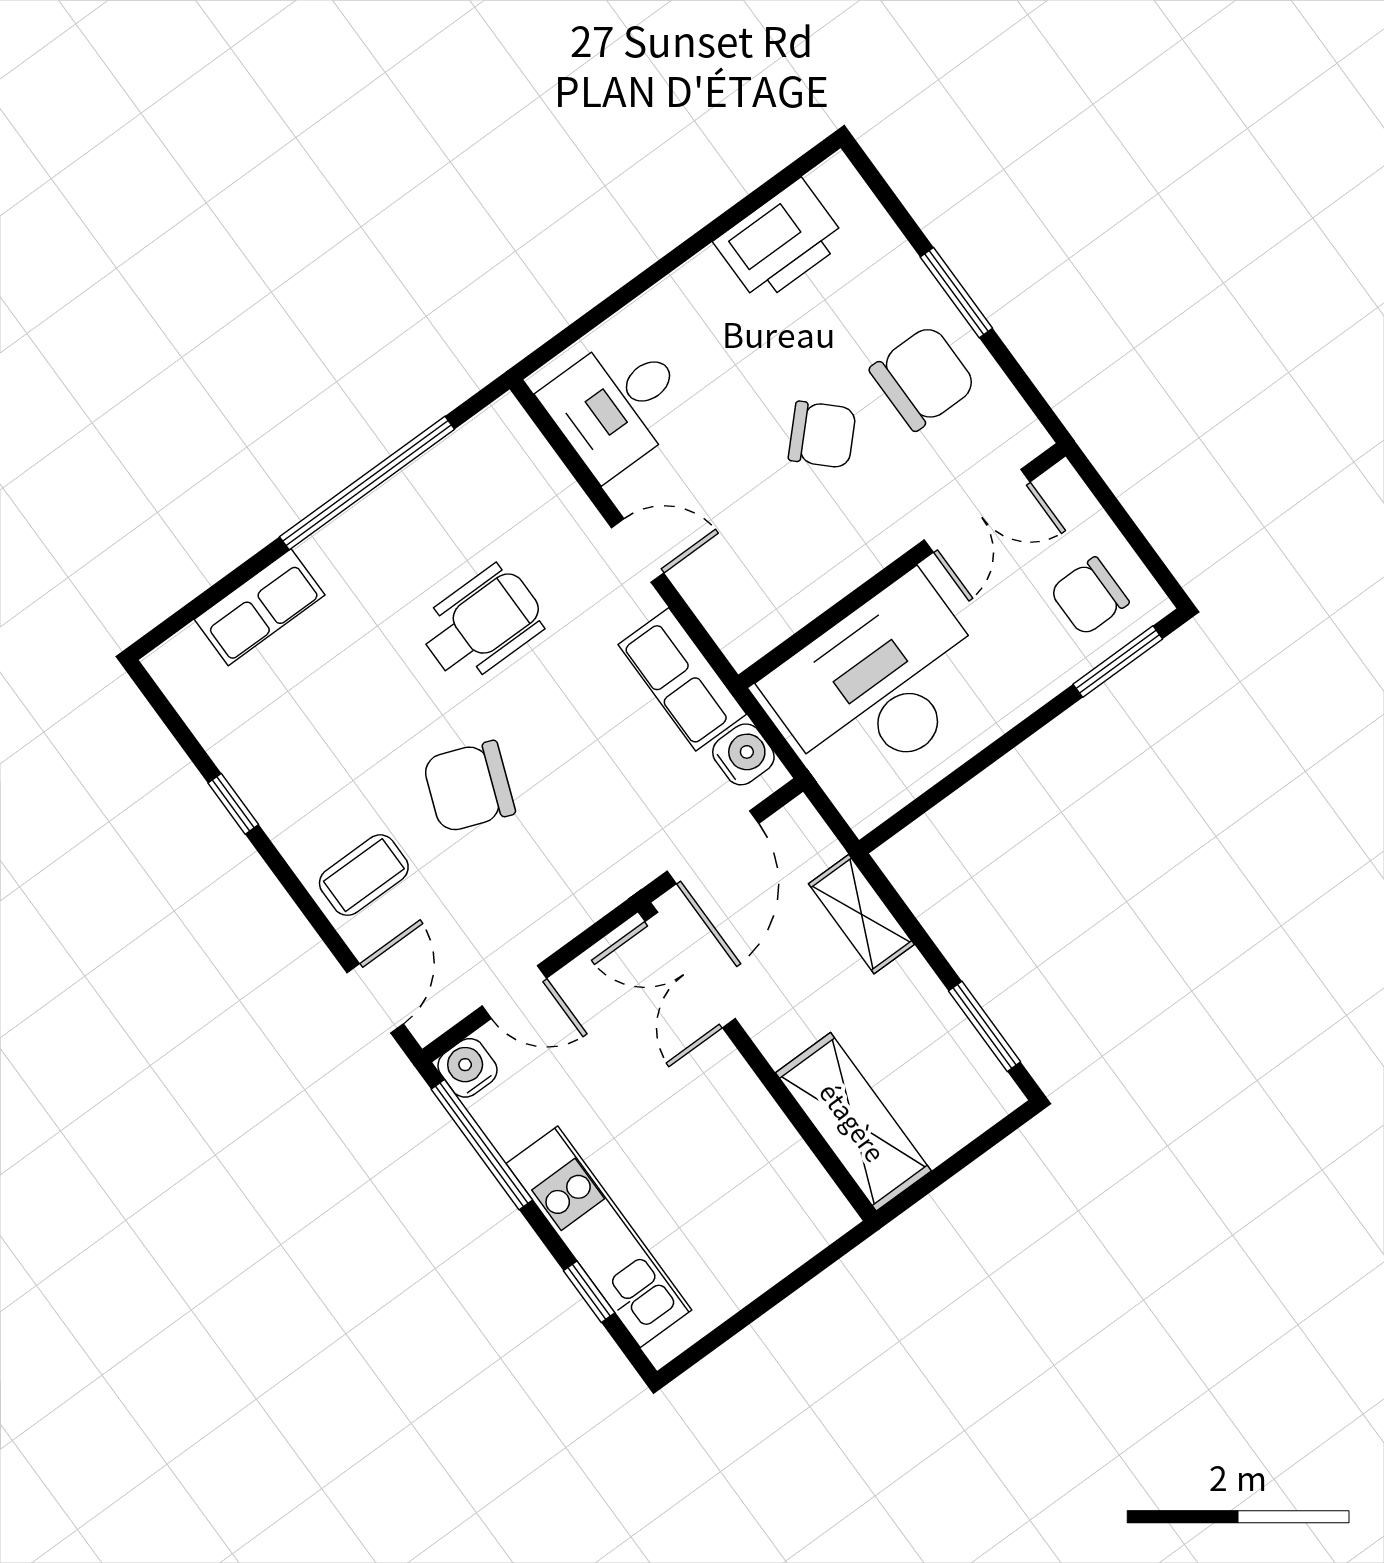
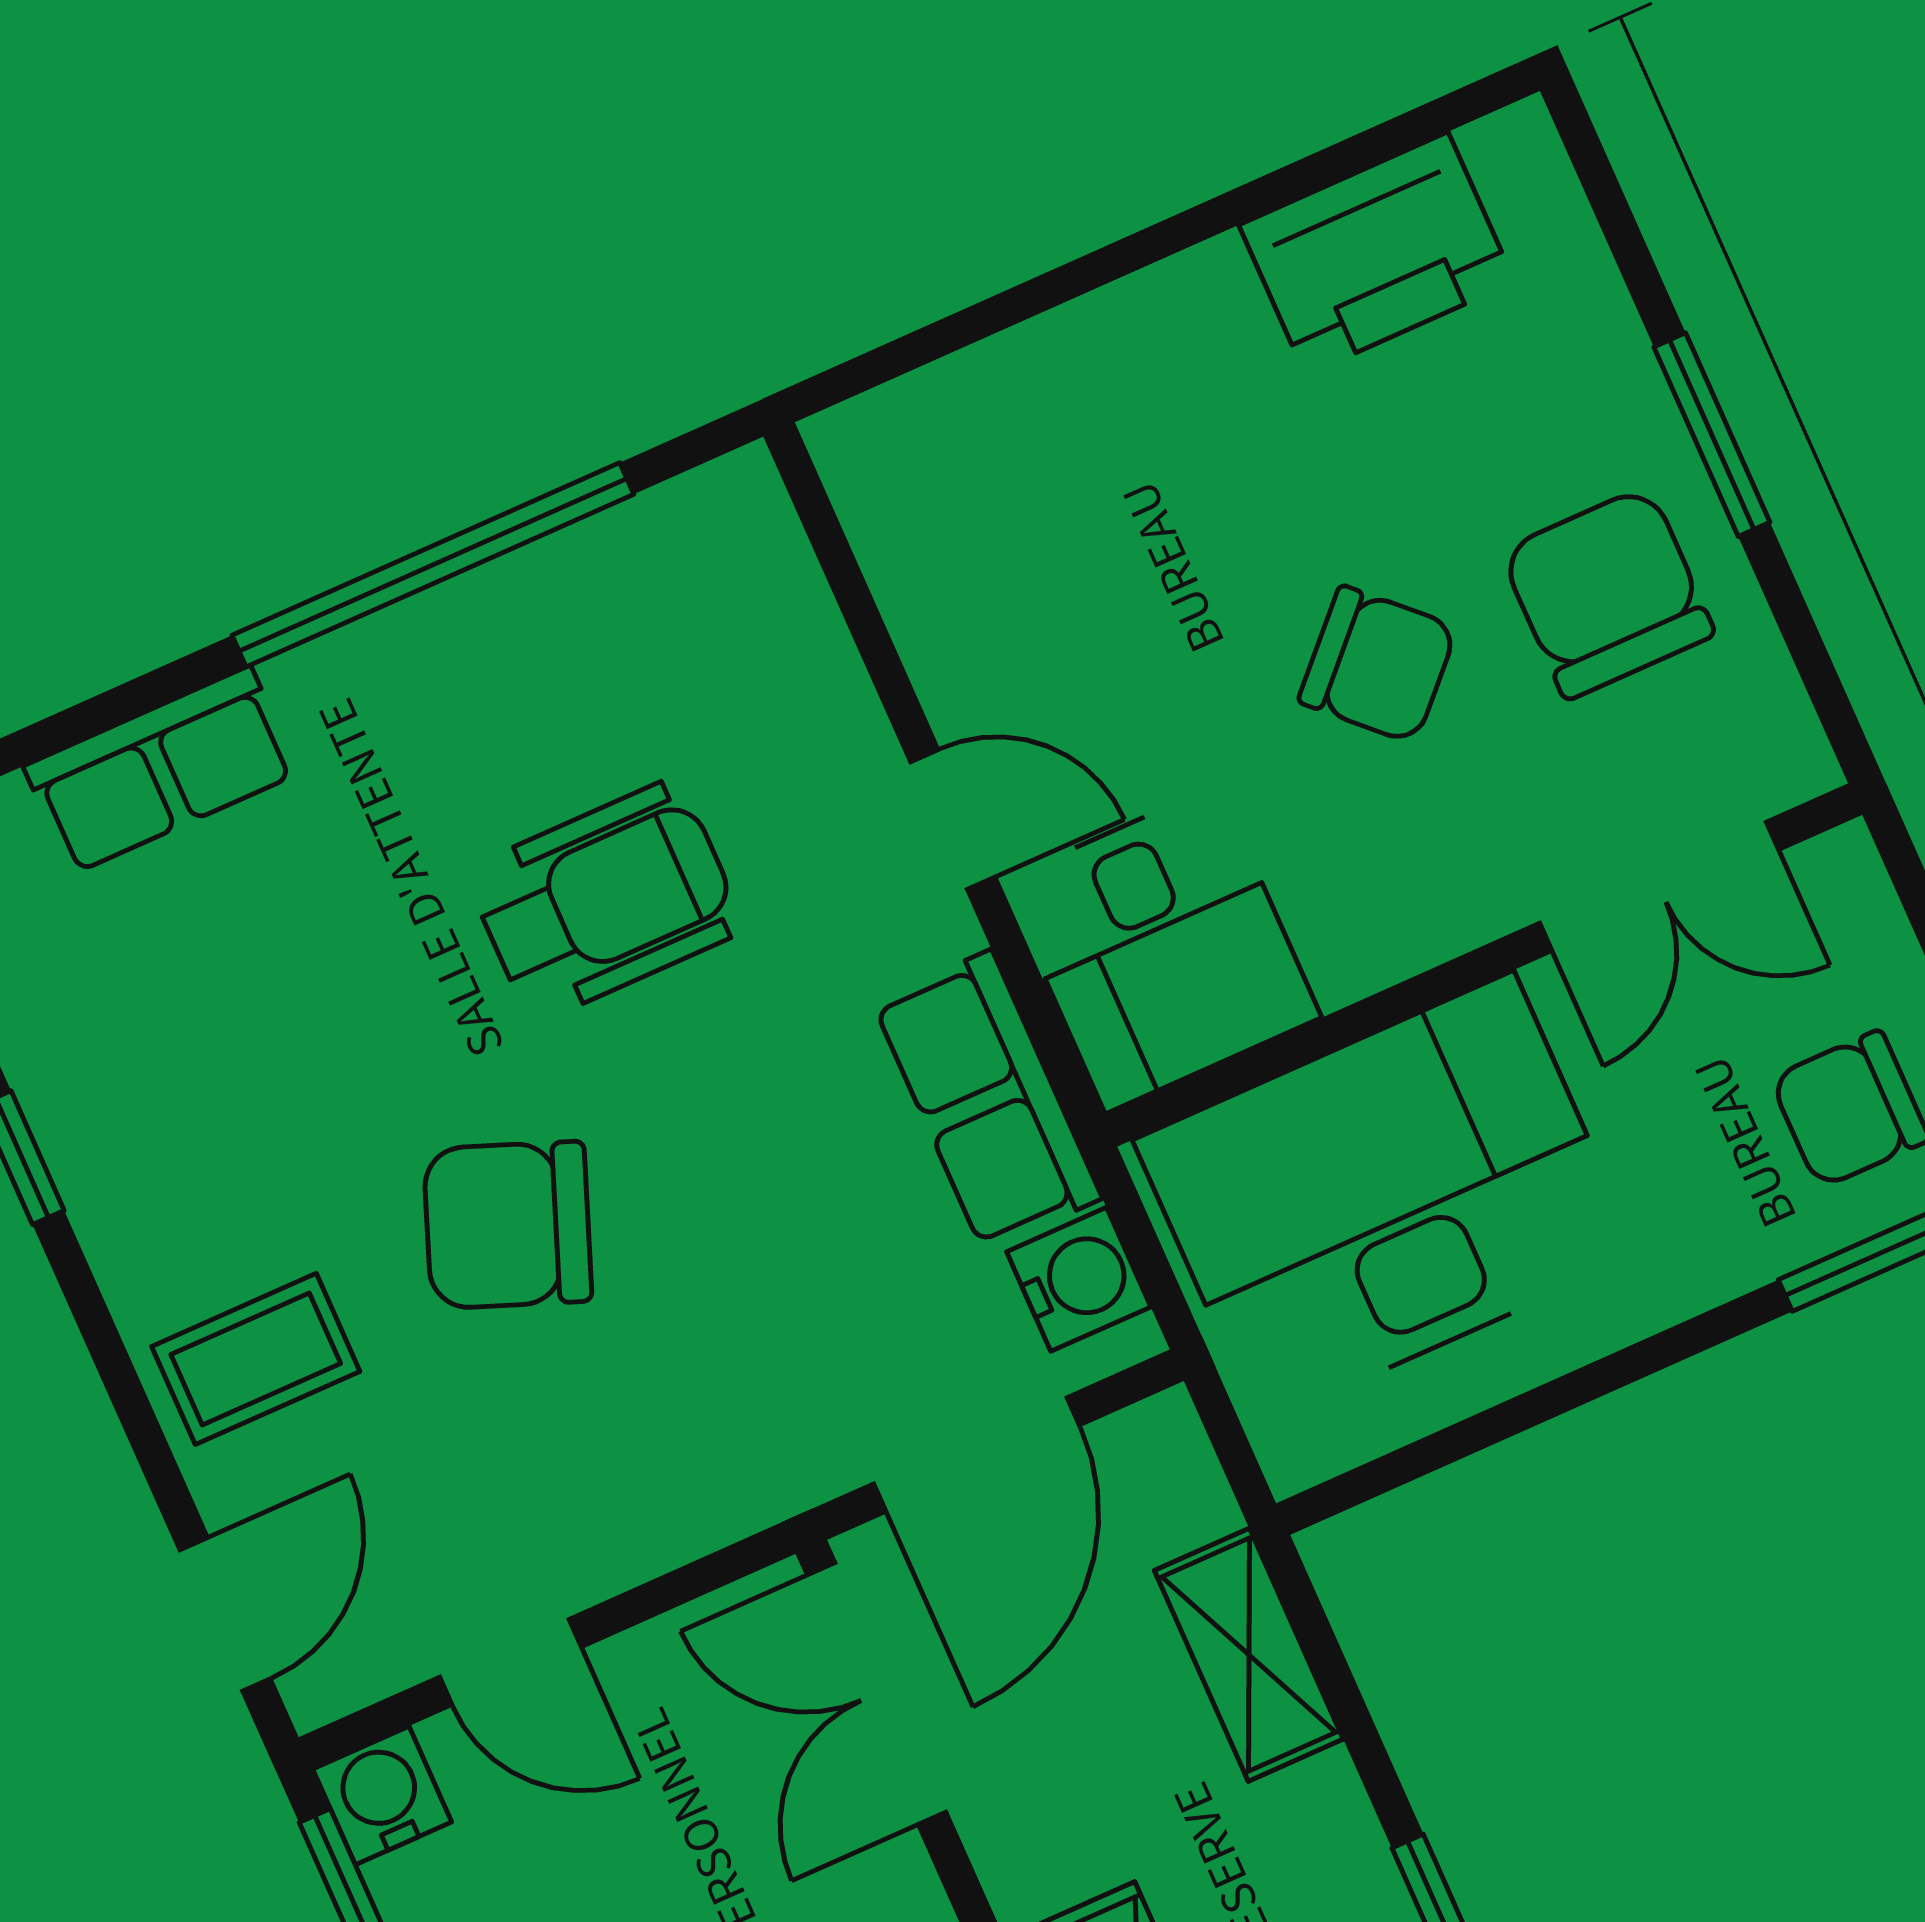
chair: (923, 378) -> (1607, 593), turned -90
desk: (617, 404) -> (1162, 949), moved, turned -90

